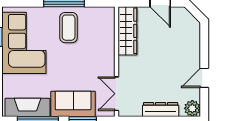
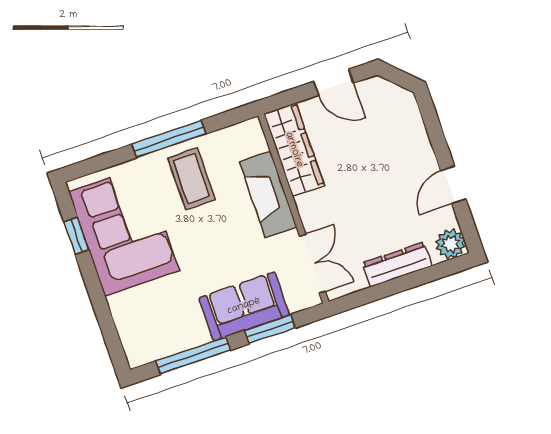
double door: (116, 94) -> (312, 264), swing flipped
fireplace: (27, 107) -> (268, 194), moved, turned -90

